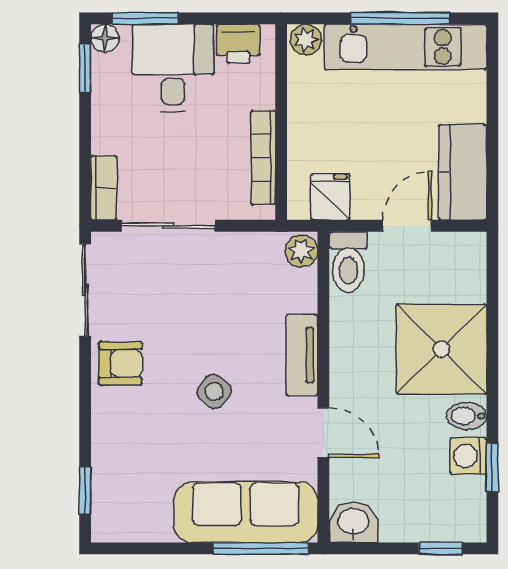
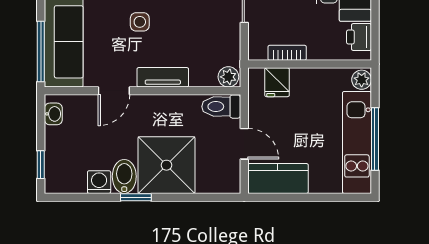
bookcase: (263, 158) -> (287, 53), width x0.64
fridge: (330, 197) -> (277, 82), moved, turned 90
side table: (214, 391) -> (140, 22), turned -38
bidet: (467, 416) -> (124, 176), width x1.38, depth x1.36
window: (492, 467) -> (136, 197), moved
washbasin: (353, 522) -> (53, 114), width x0.72, depth x0.69

